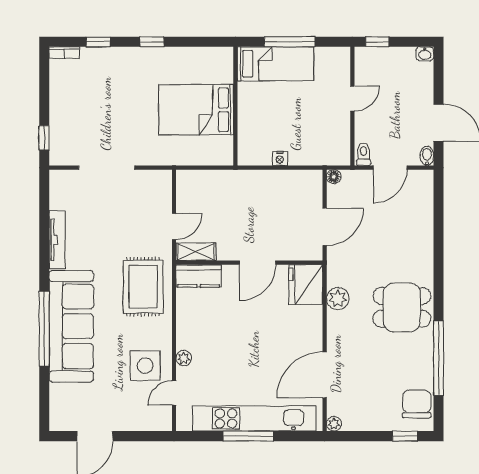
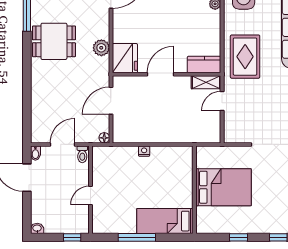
bed: (275, 64) -> (165, 221), moved
wall: (235, 106) -> (194, 190), moved
bed: (196, 110) -> (223, 187), moved

